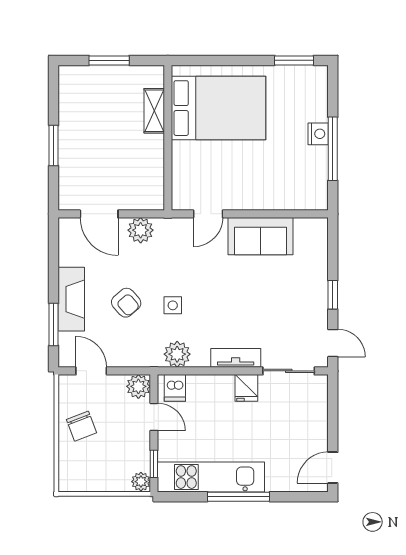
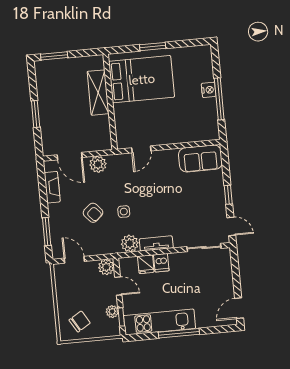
window: (109, 60) -> (54, 56), moved
window: (294, 60) -> (153, 47), moved
shelving: (154, 111) -> (98, 93), width x1.50, depth x1.33
sofa: (260, 236) -> (200, 158), moved
fireplace: (71, 299) -> (52, 187), moved, width x0.73, depth x0.76
tv unit: (236, 358) -> (156, 243), moved
dishwasher: (175, 388) -> (161, 263), moved
fridge: (246, 388) -> (146, 264), moved
chair: (81, 426) -> (80, 321), moved, turned -100
plant: (141, 482) -> (112, 312), moved

